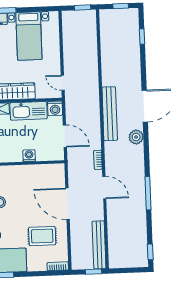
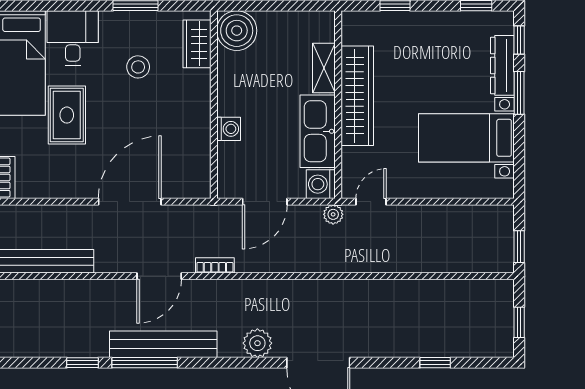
window: (142, 36) -> (435, 363), moved
plant: (70, 101) -> (333, 214), added
bench: (110, 114) -> (163, 344), moved
rug: (42, 236) -> (67, 115), moved
window: (150, 252) -> (82, 363), moved

